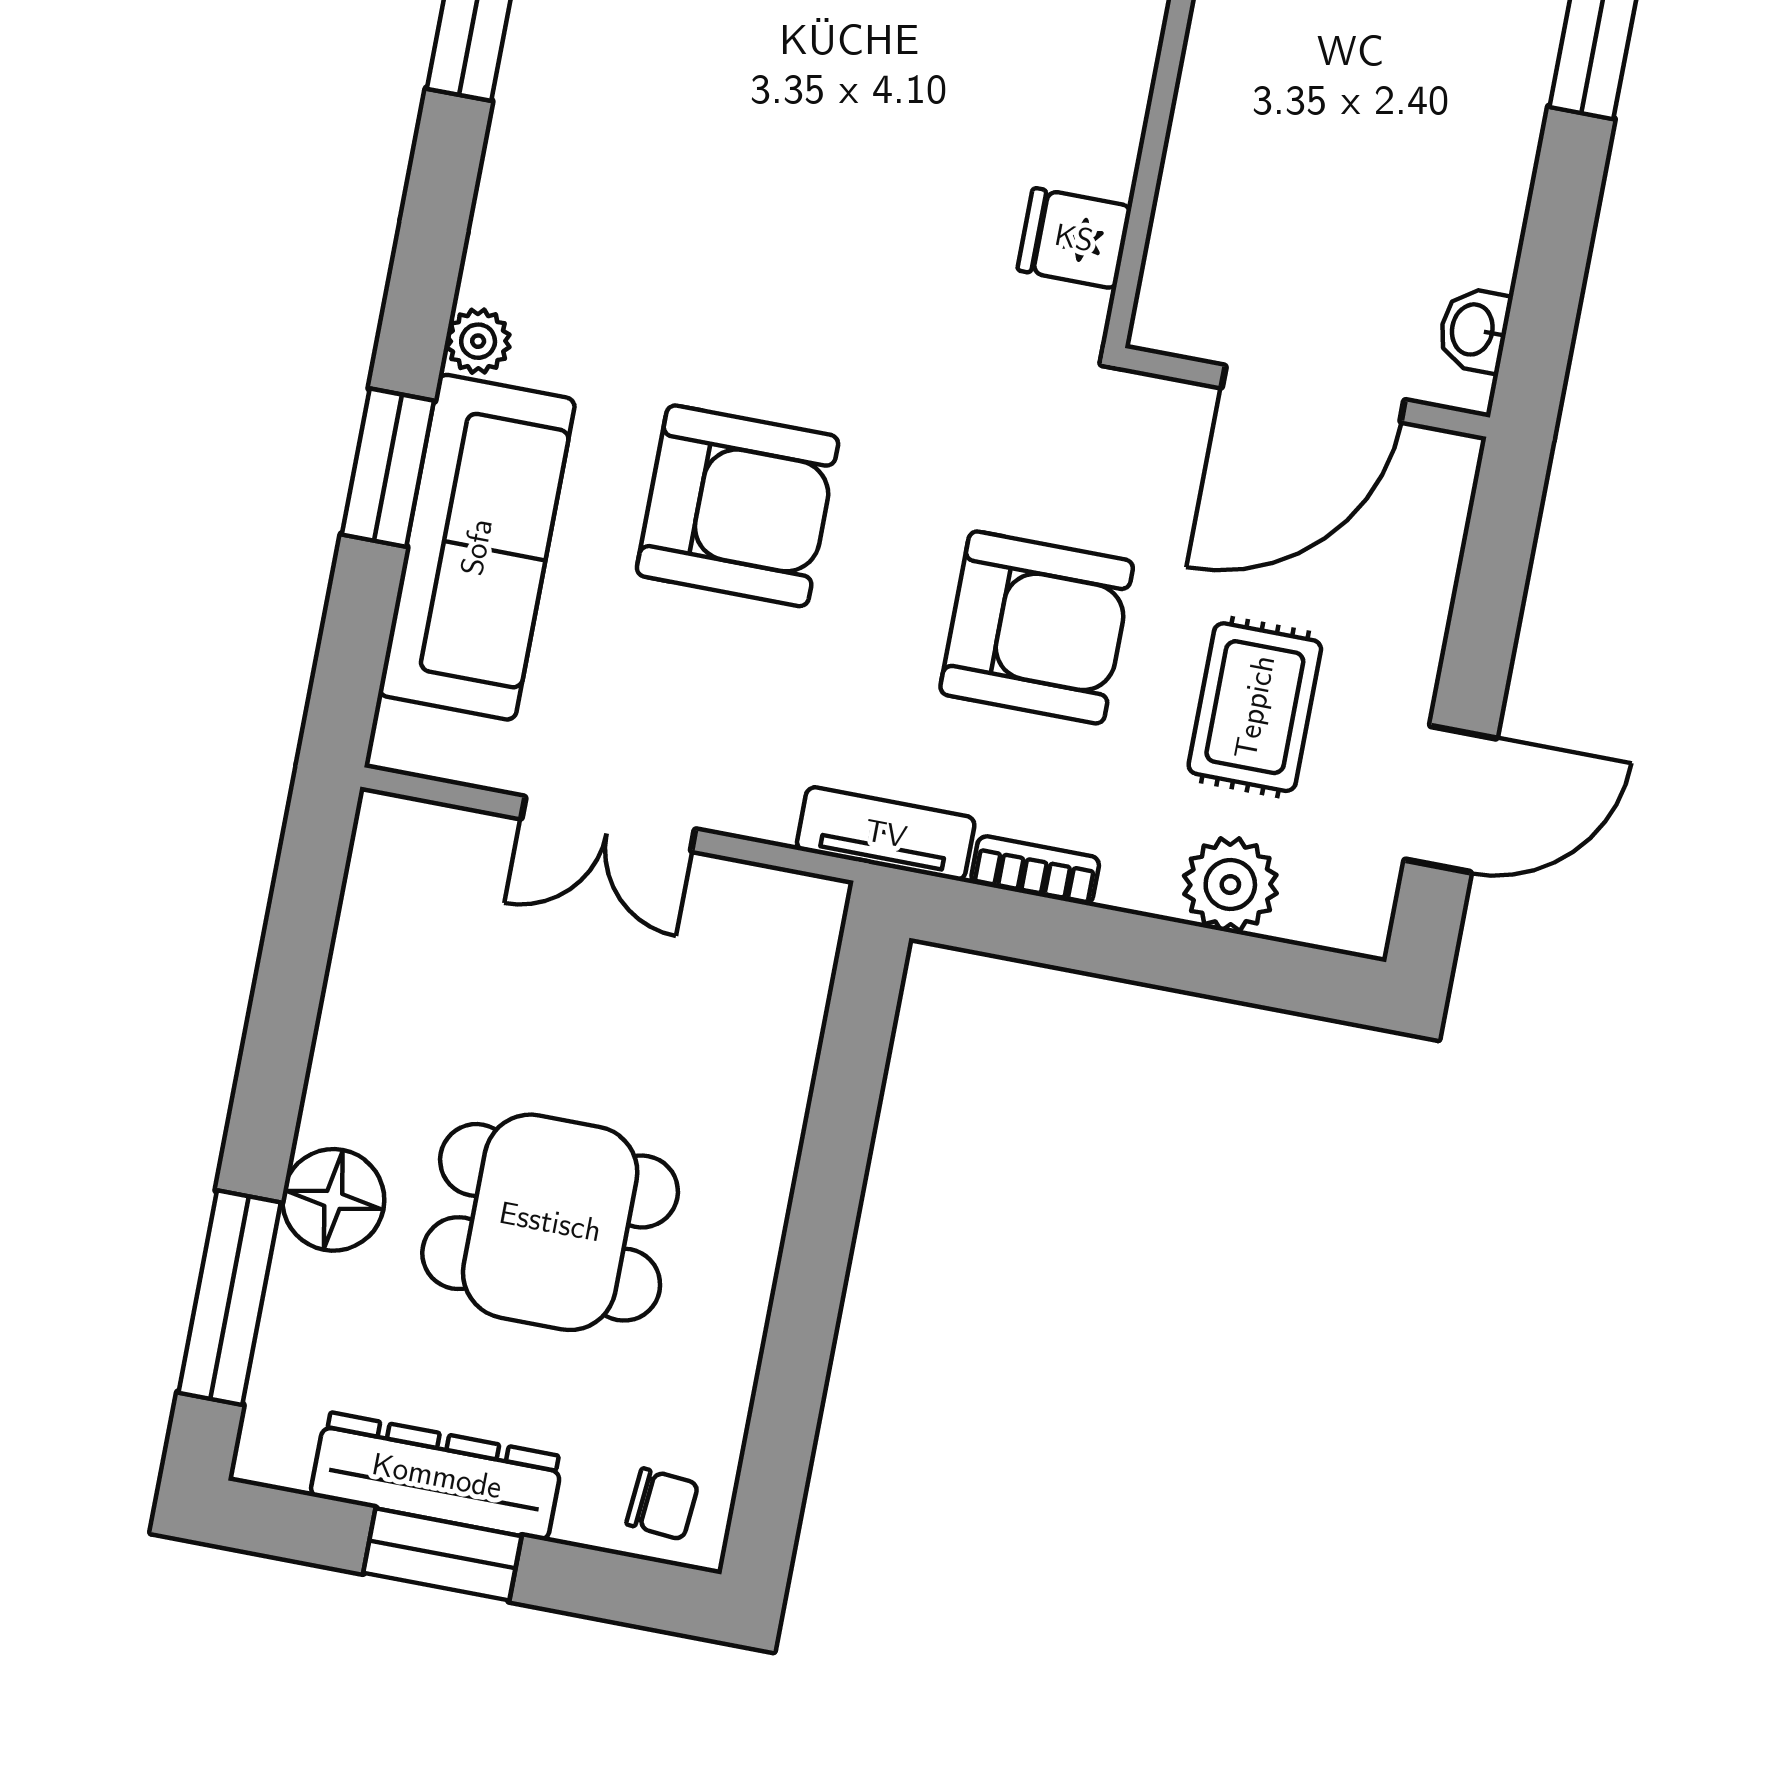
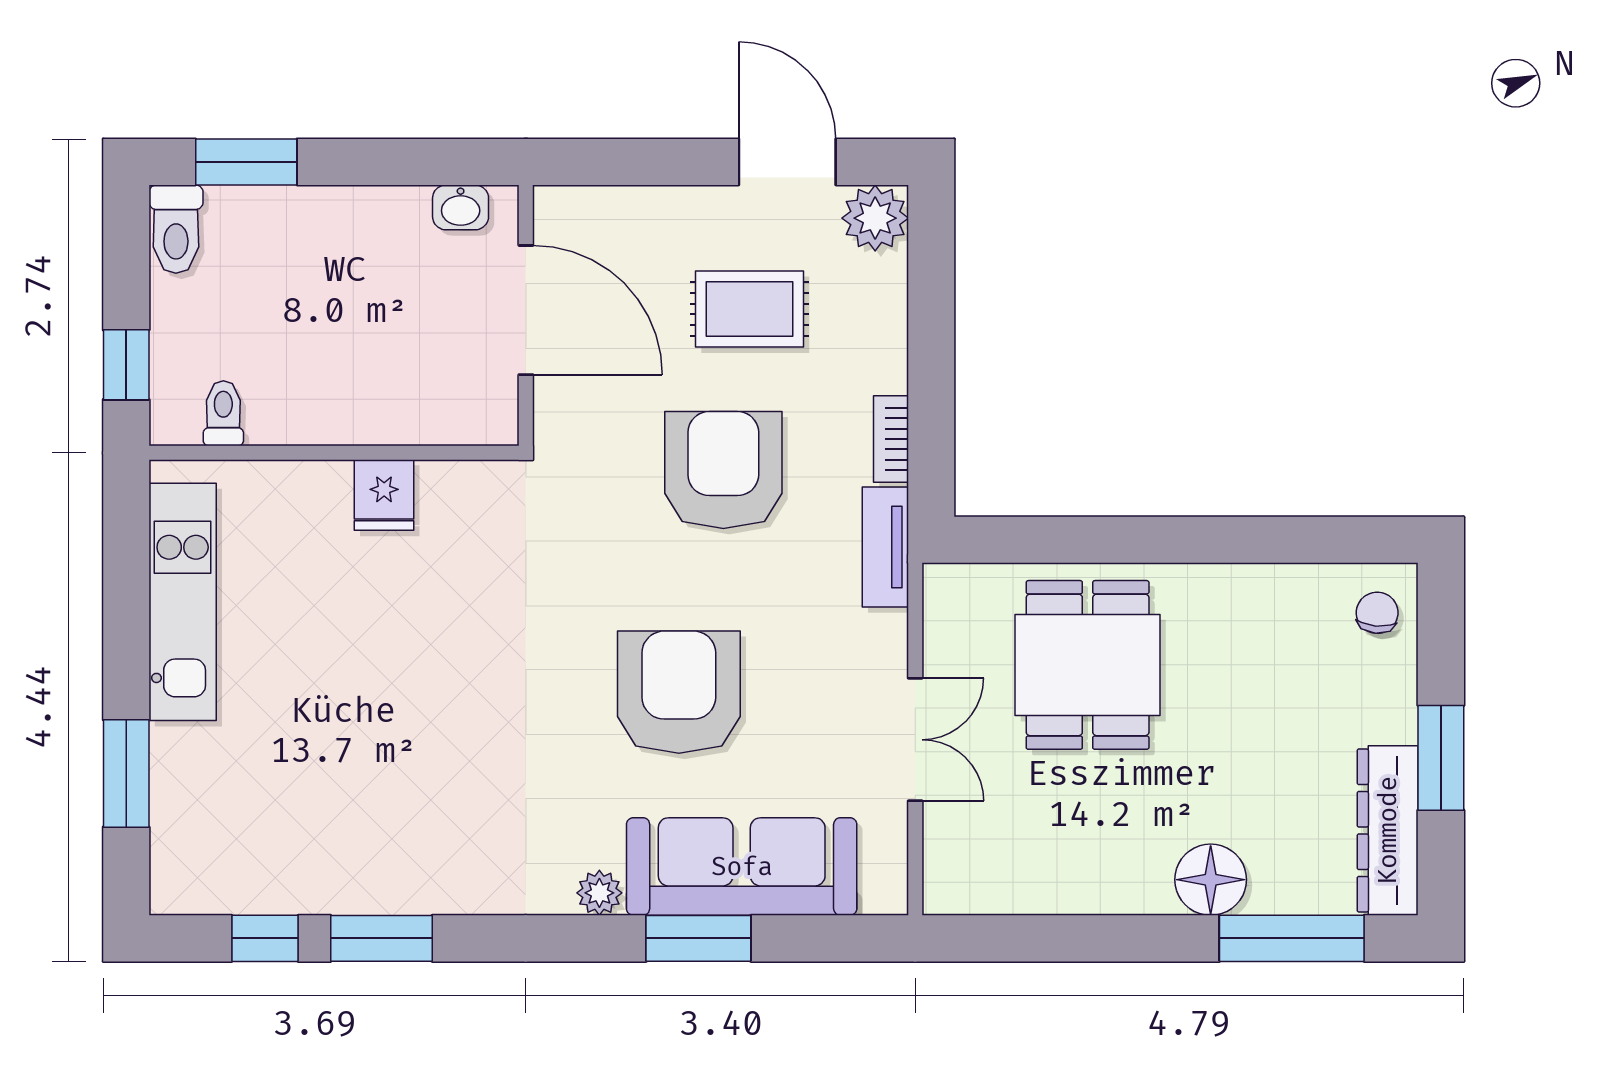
fridge: (1074, 238) -> (384, 495), moved
plant: (1230, 885) -> (875, 218), moved
dining table: (550, 1222) -> (1088, 665), moved
dresser: (437, 1476) -> (1388, 830), moved

